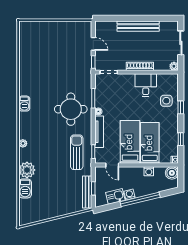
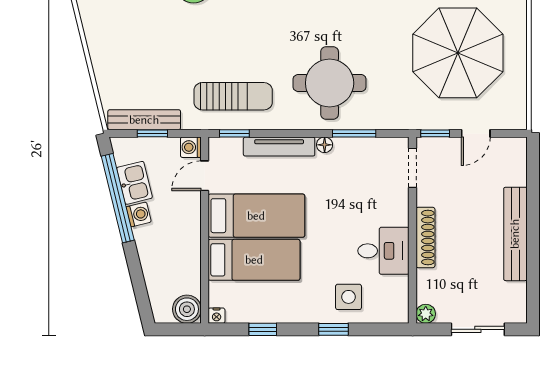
parasol: (57, 52) -> (458, 53), added
washing machine: (149, 171) -> (191, 147), moved
window: (140, 199) -> (118, 198), moved

